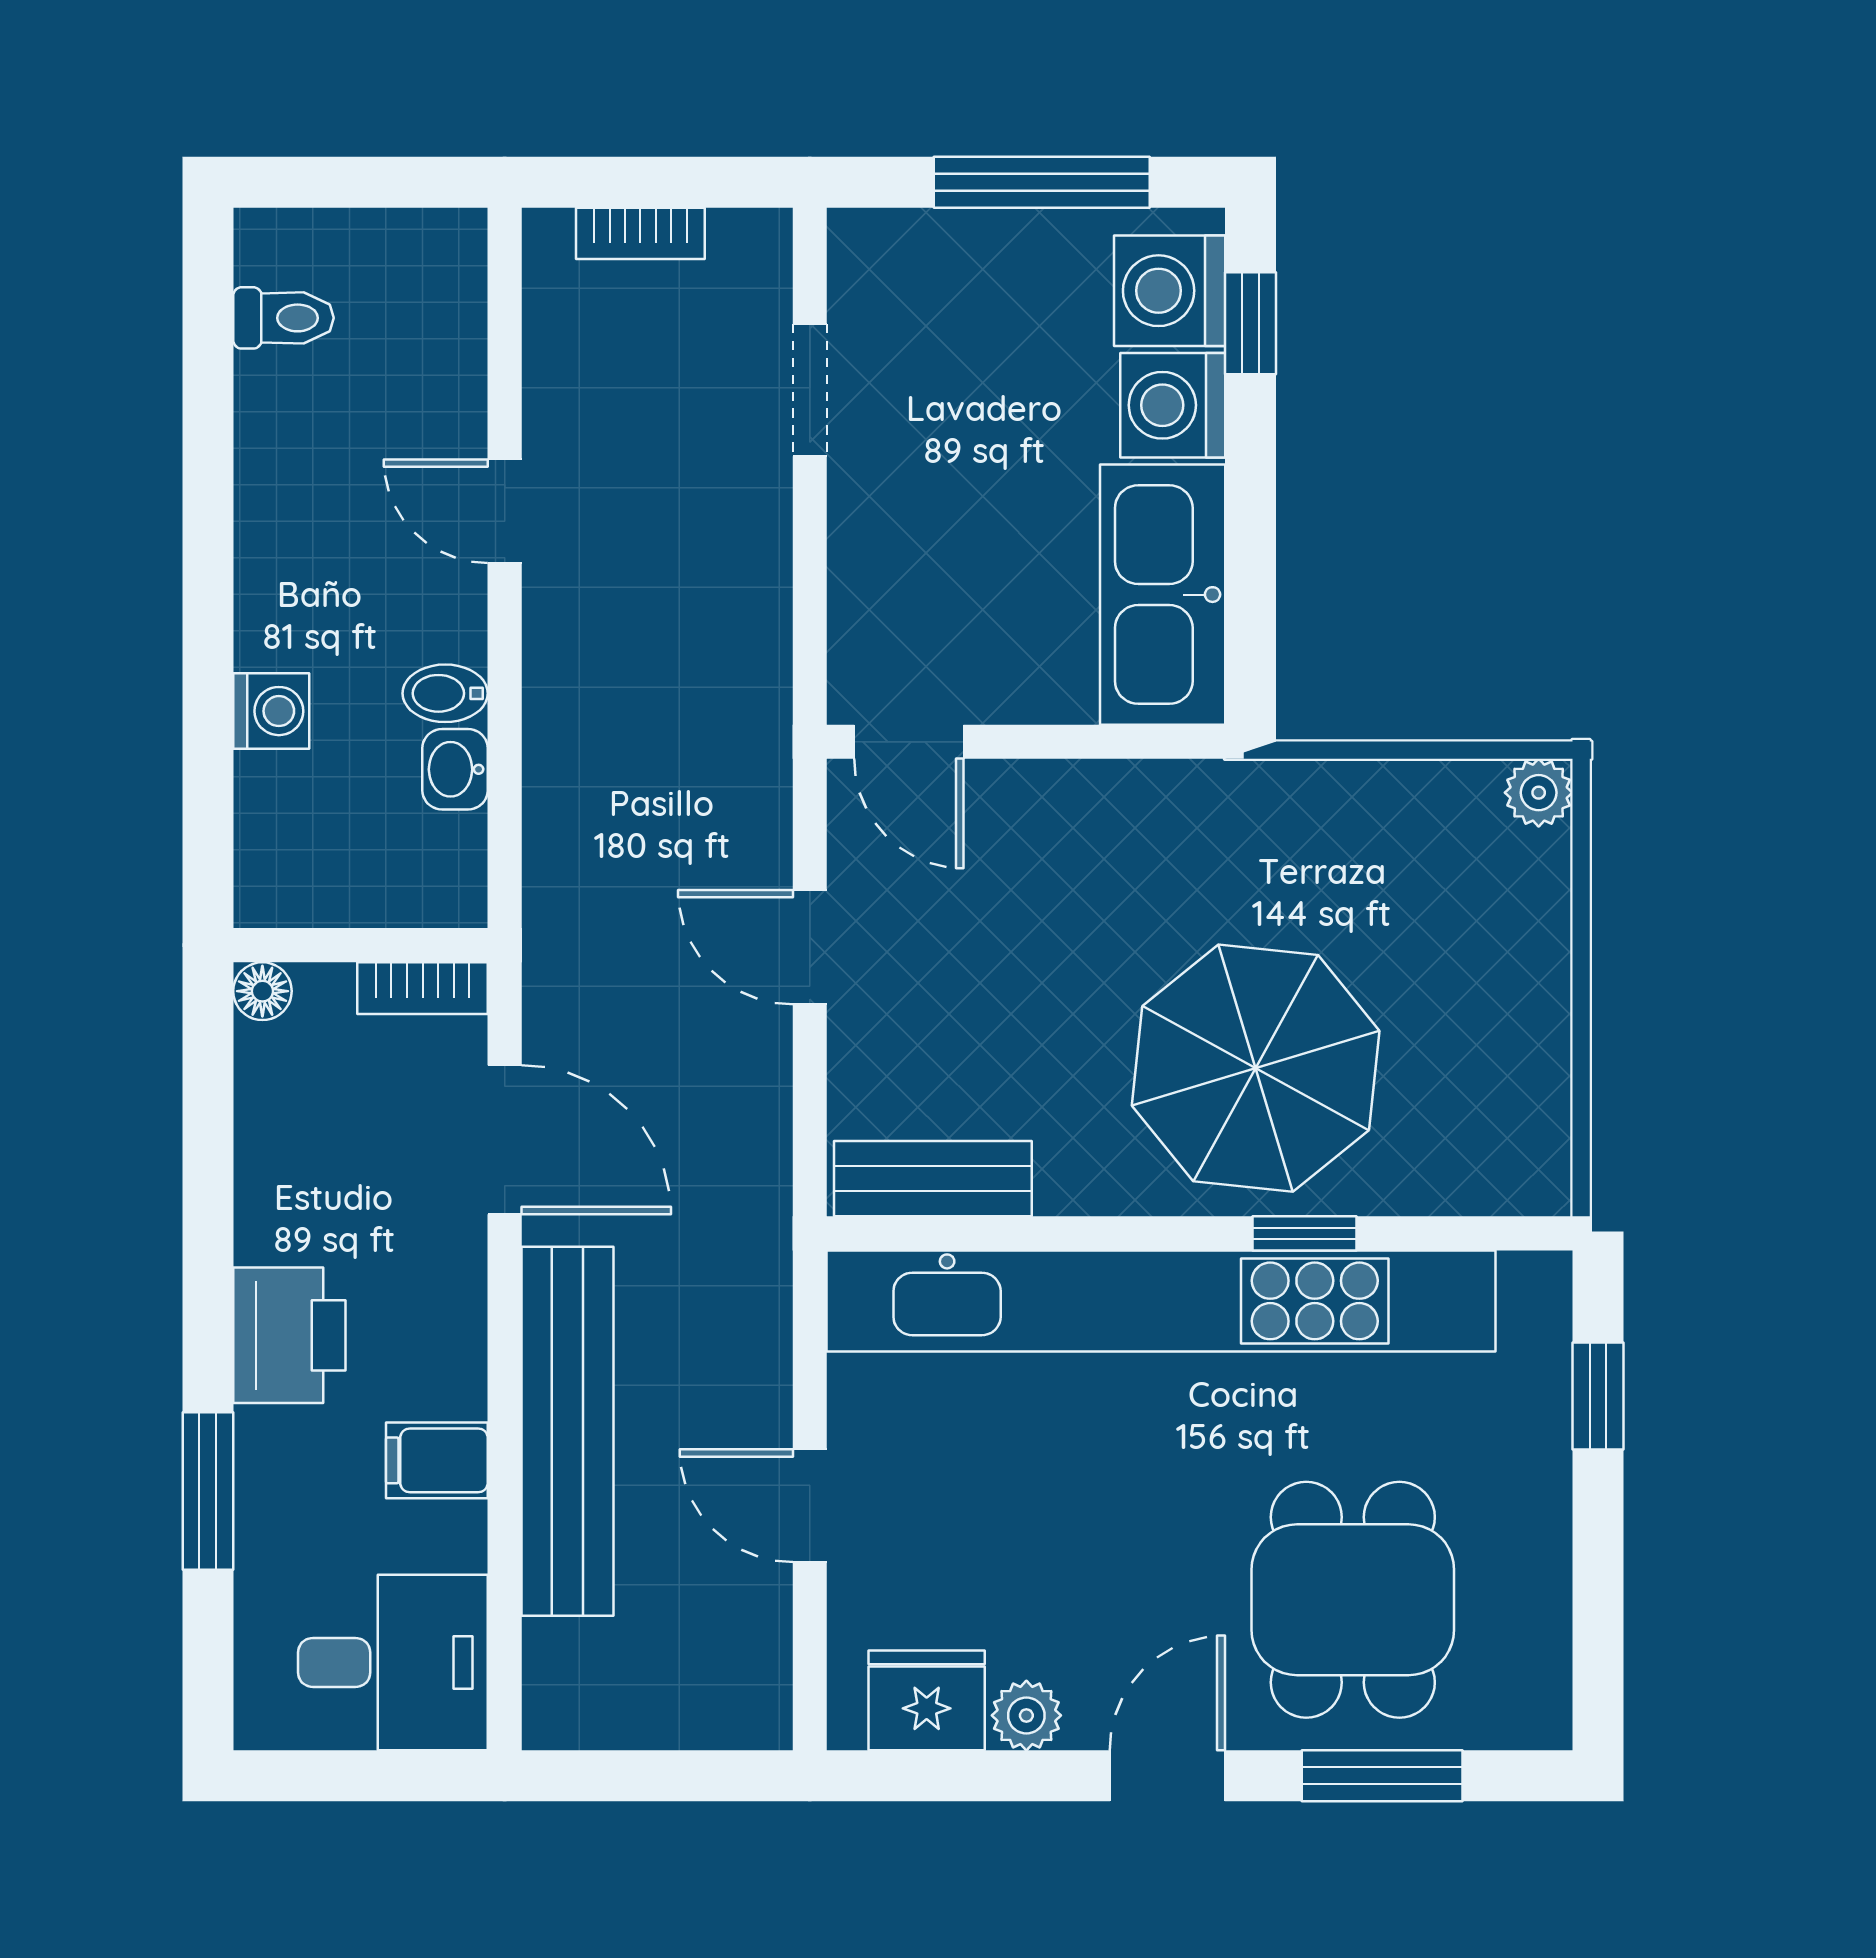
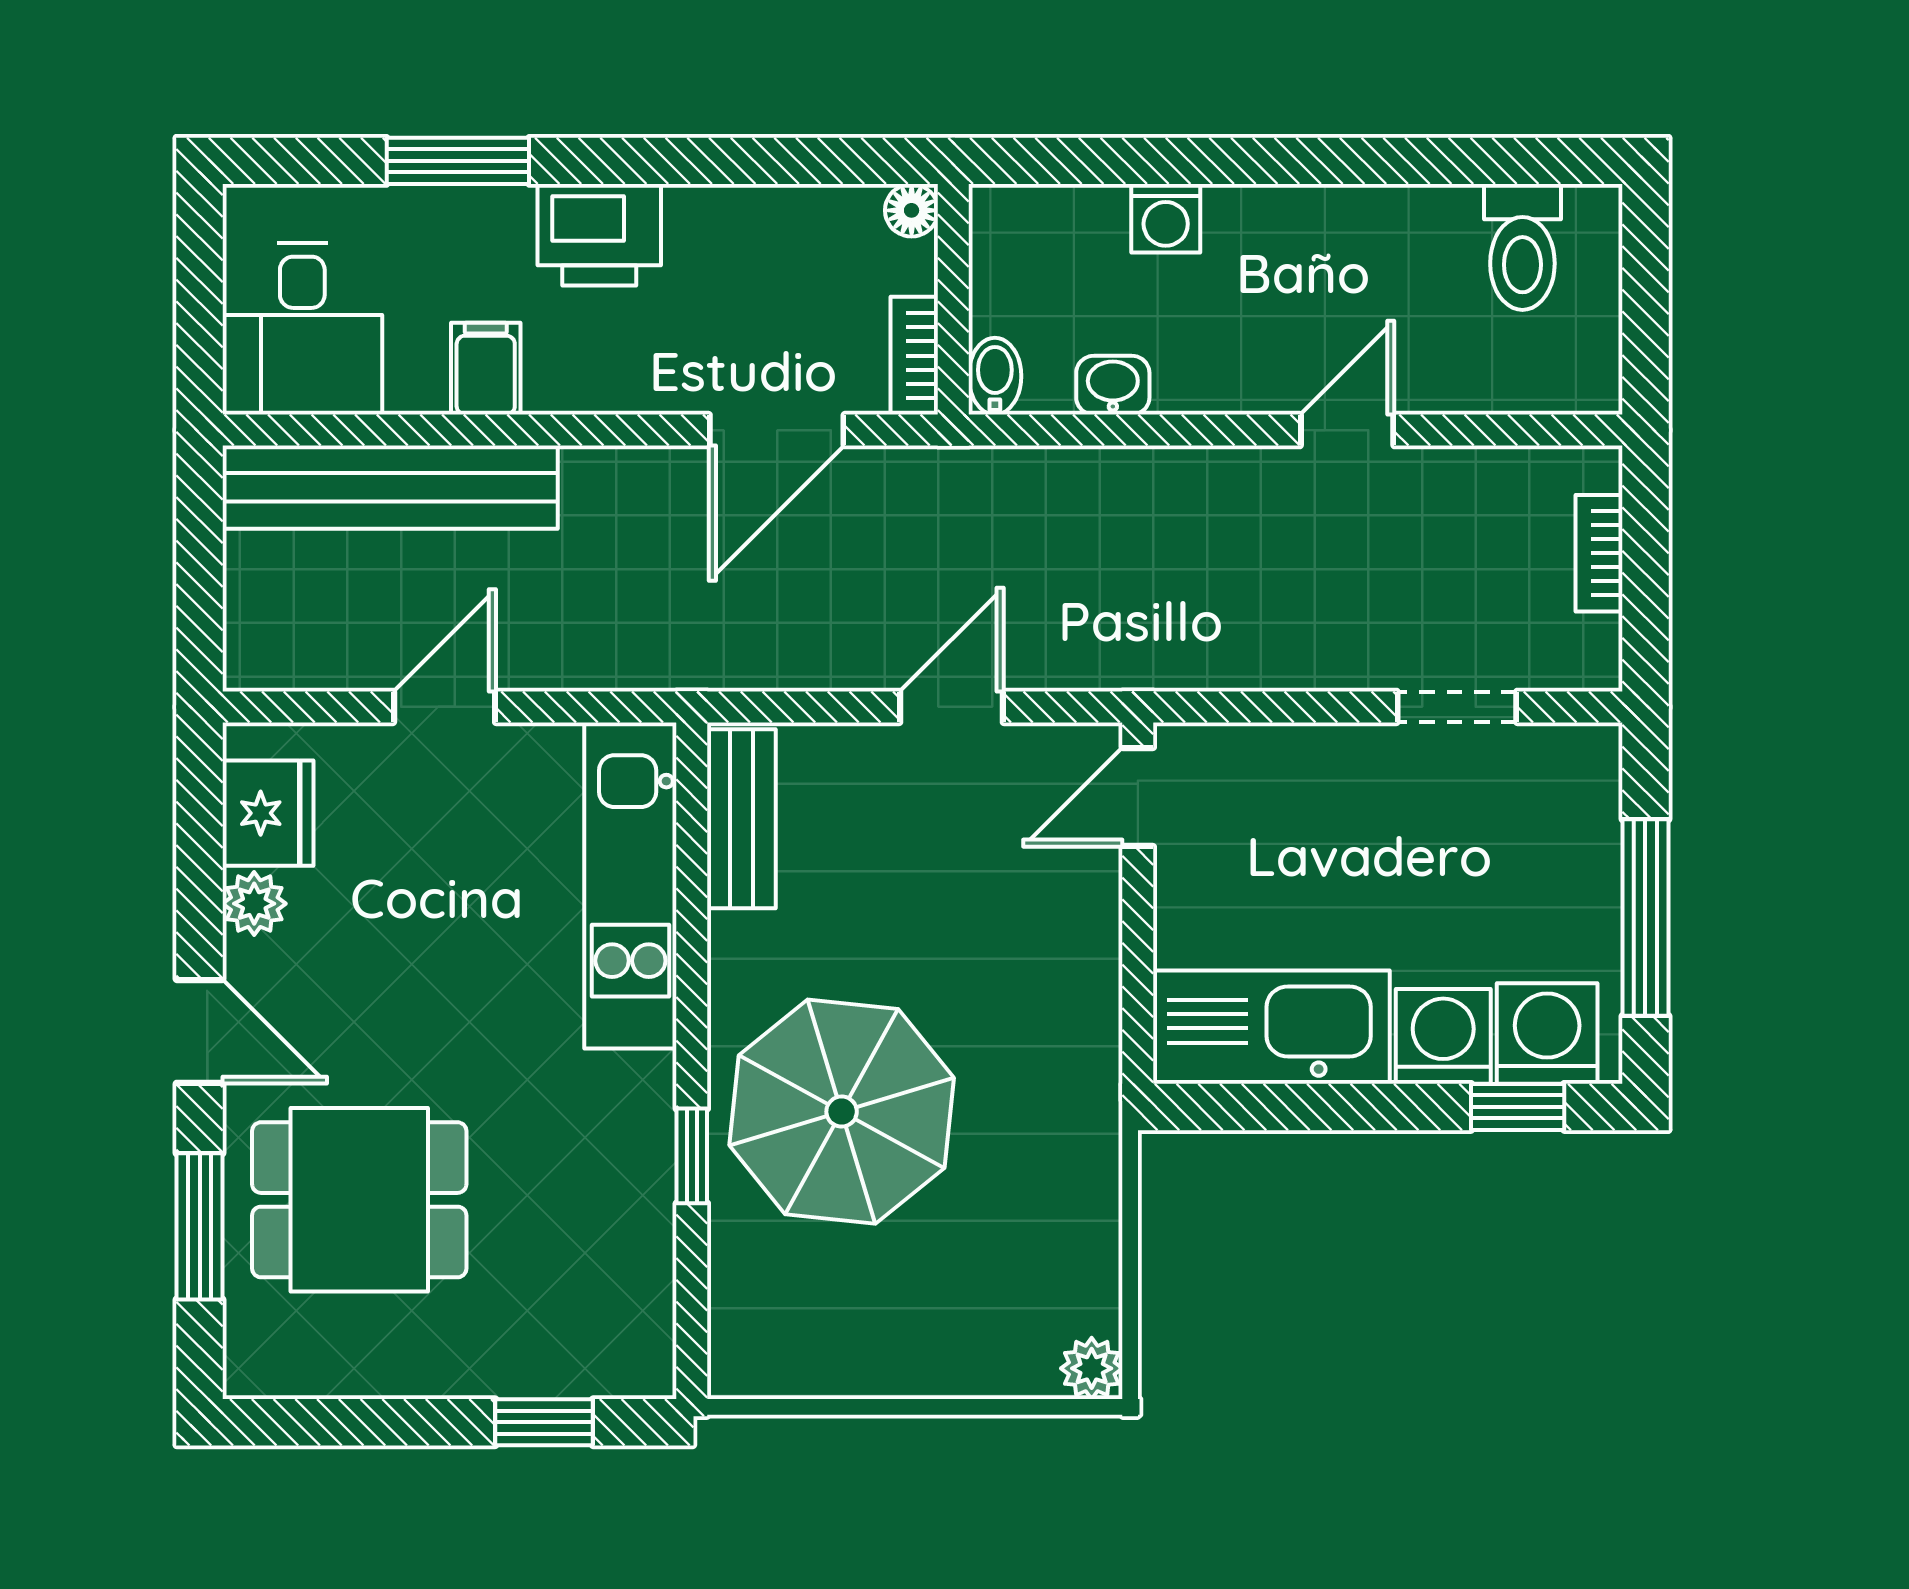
toilet: (284, 318) -> (1522, 247), width x1.37, depth x1.39
bidet: (445, 693) -> (995, 376), moved
kitchen unit: (1161, 1301) -> (630, 886), width x0.54
bench: (567, 1431) -> (390, 487), moved

